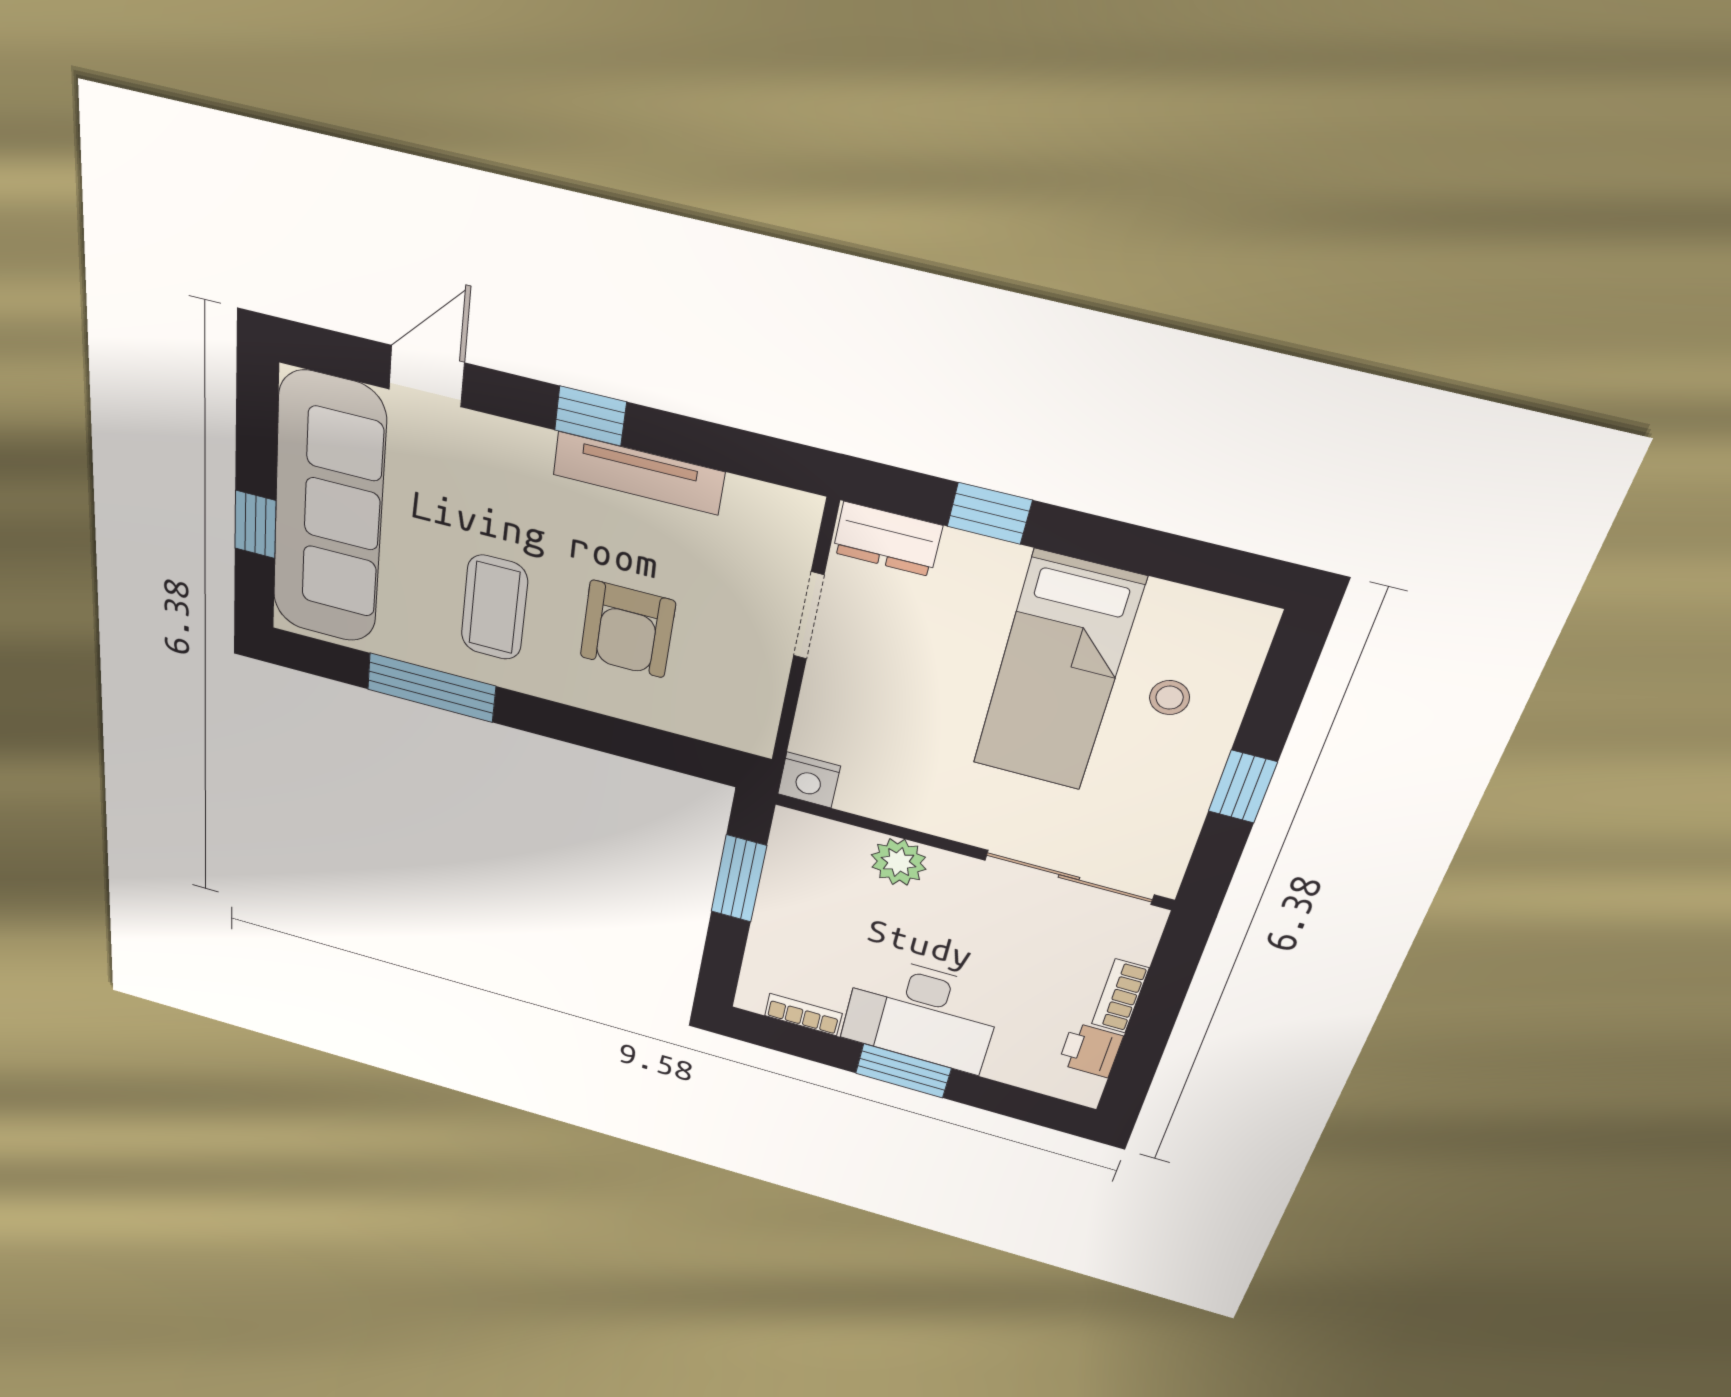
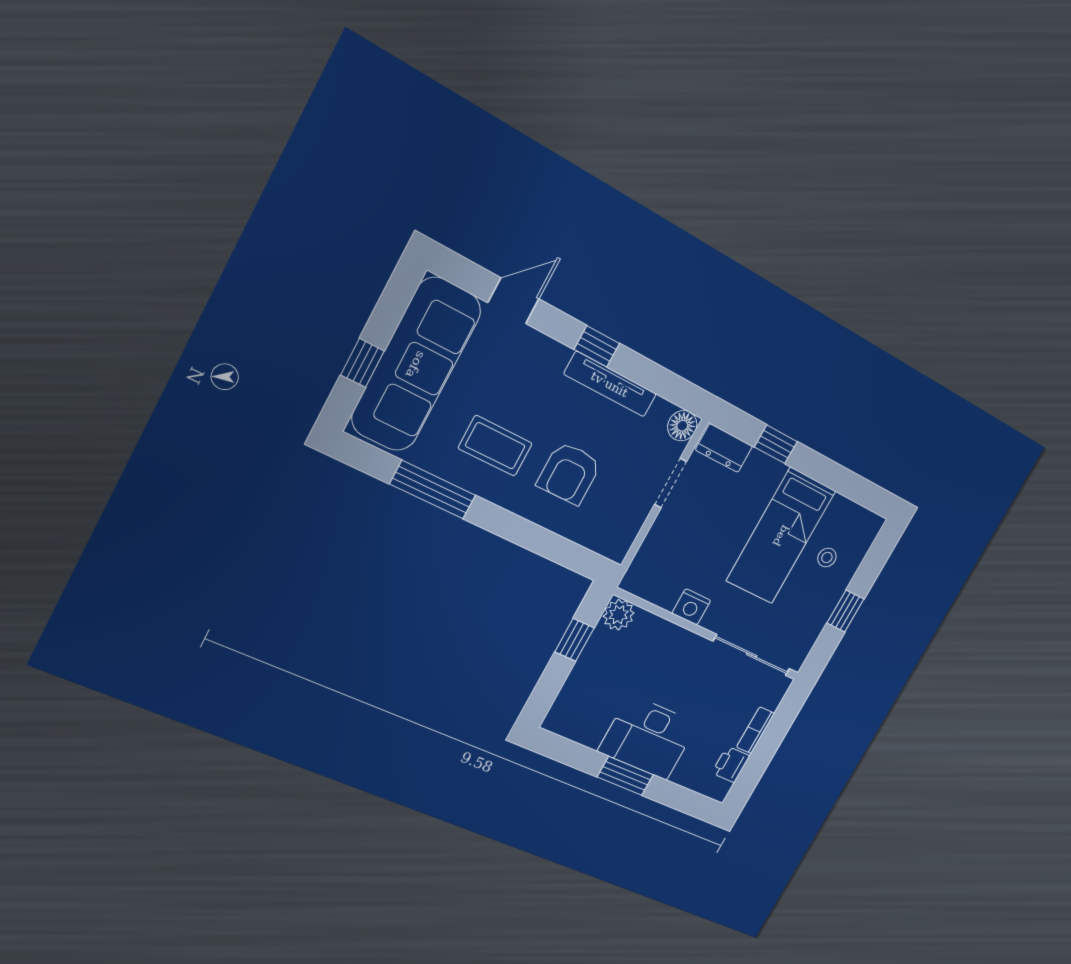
floor lamp: (794, 516) -> (682, 426), added
coffee table: (494, 608) -> (495, 446), turned 90
nightstand: (809, 780) -> (691, 607), moved
plant: (899, 862) -> (619, 615), moved
window: (739, 879) -> (574, 640), width x0.67
bookcase: (803, 1014) -> (580, 735), removed

